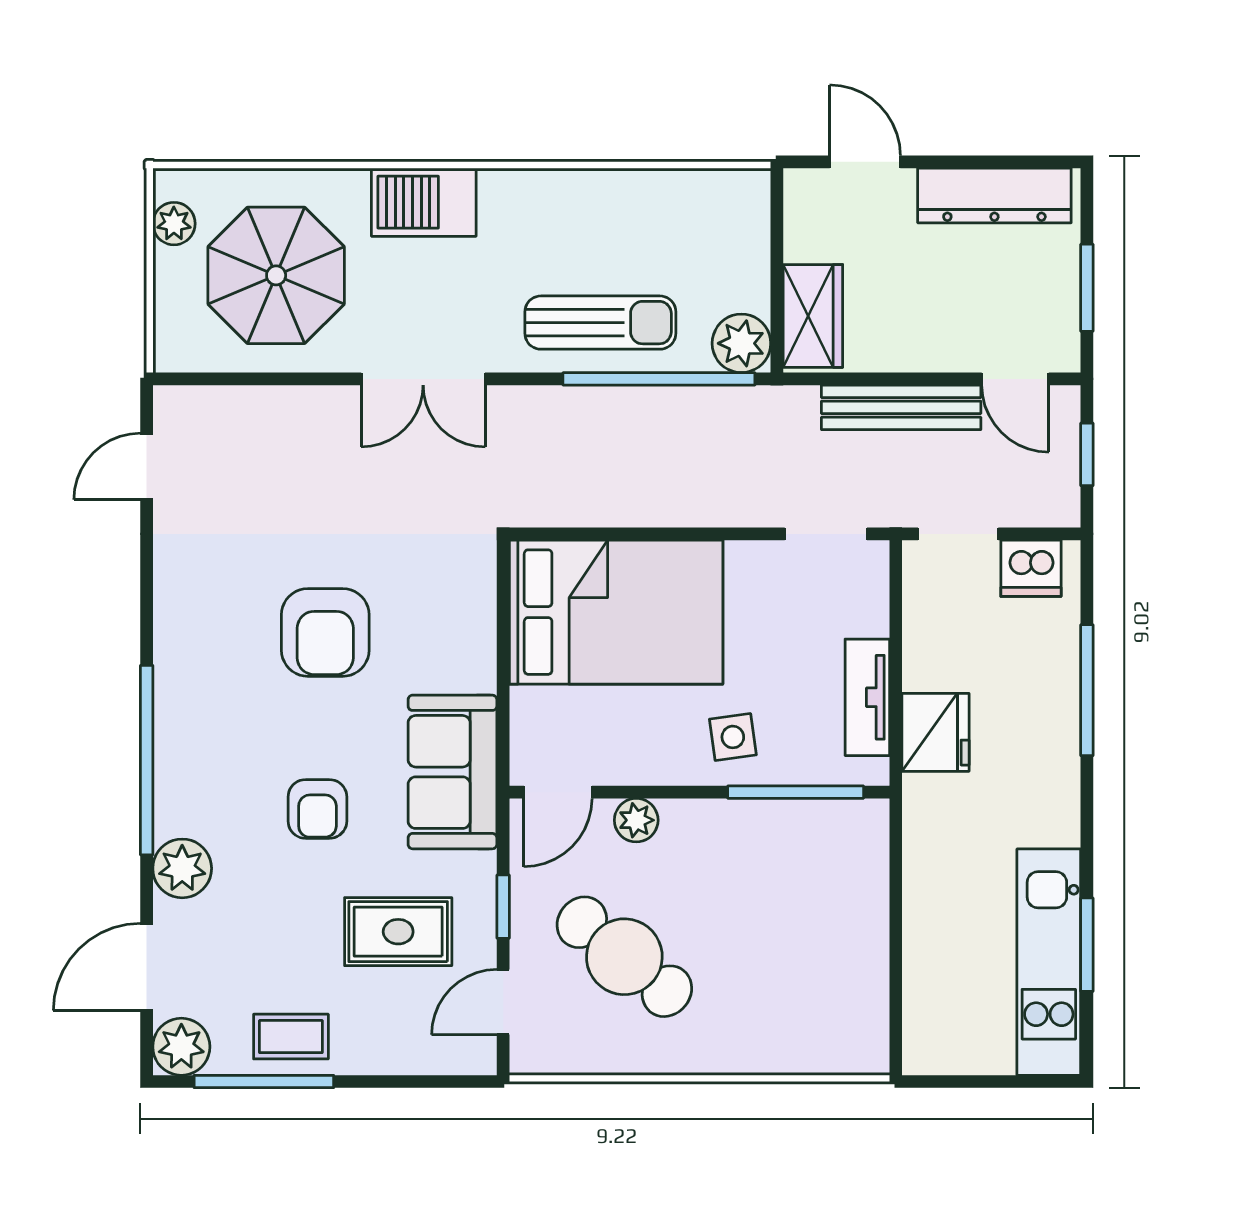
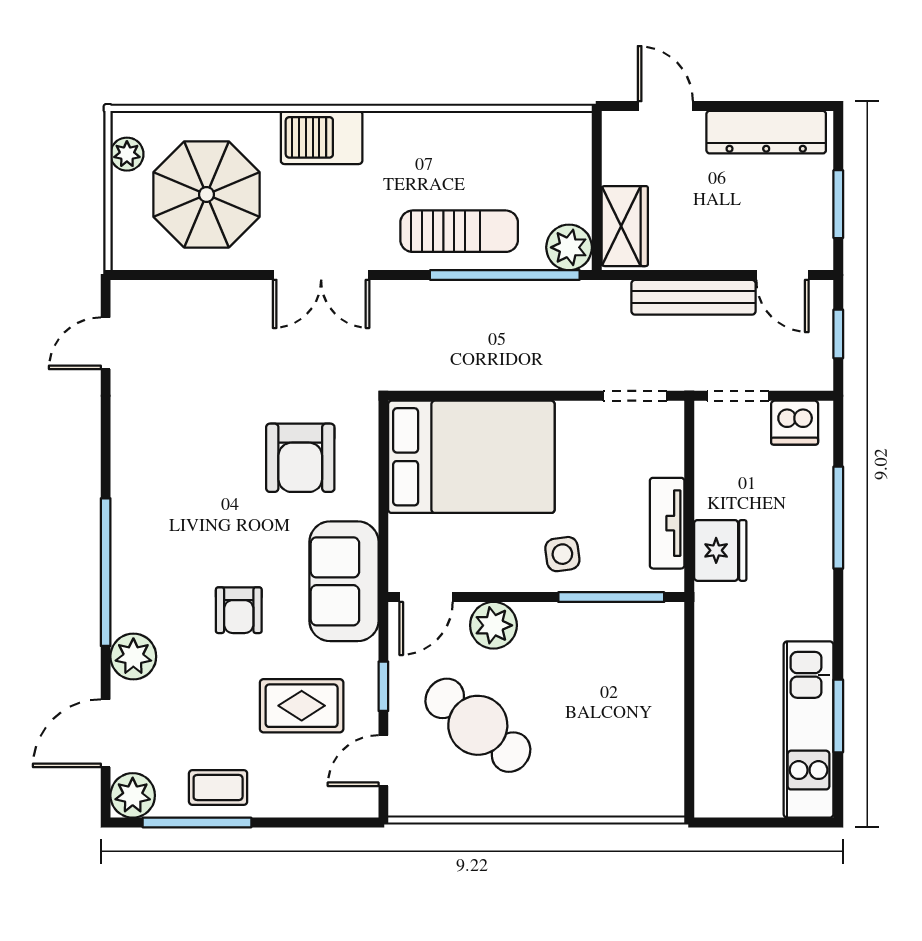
armchair: (325, 632) -> (300, 458), moved
plant: (636, 820) -> (493, 625), width x1.38, depth x1.38

